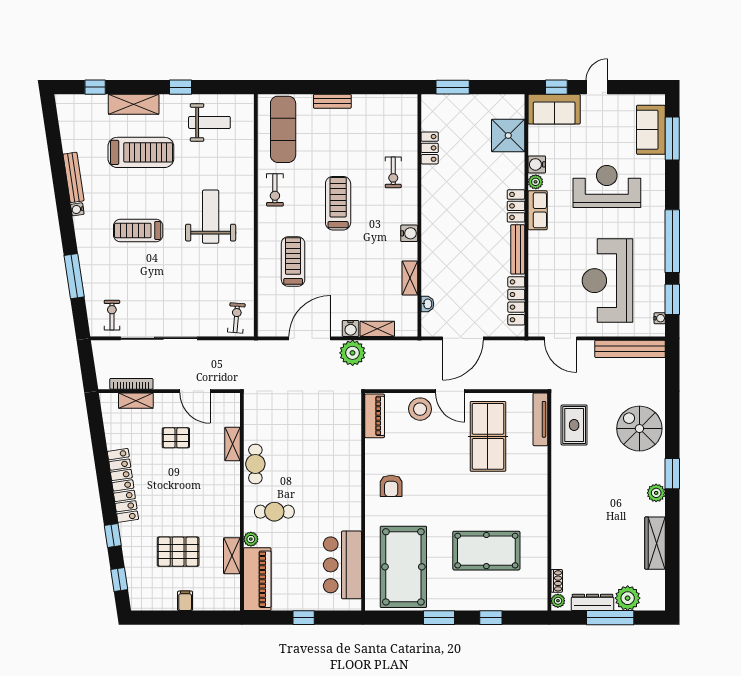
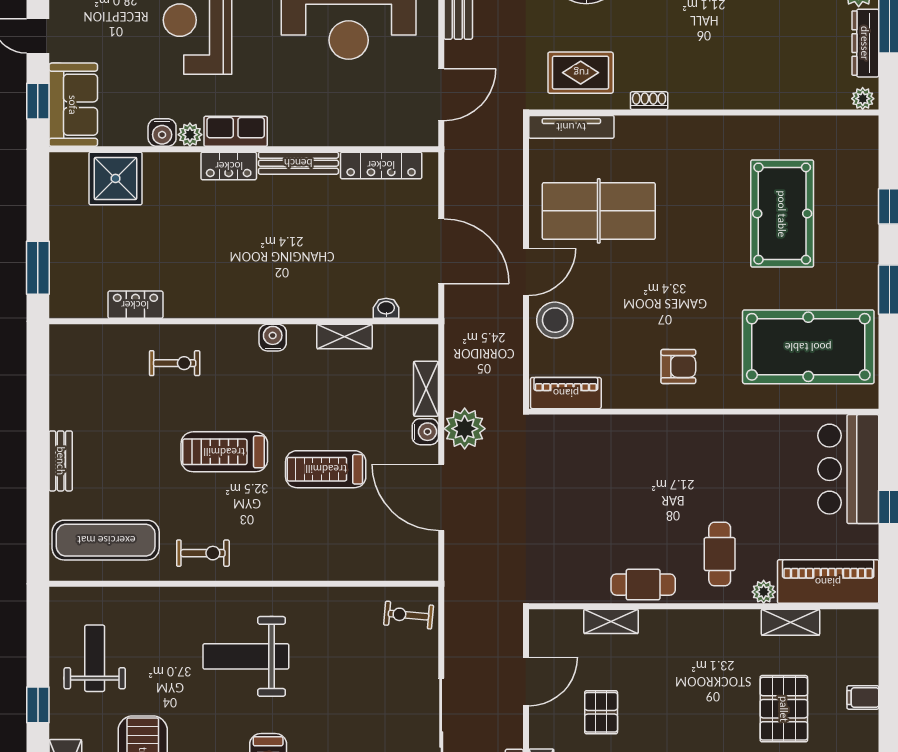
treadmill: (293, 261) -> (326, 469), moved
bar counter: (342, 565) -> (848, 469), moved, turned 90
shoe rack: (557, 581) -> (649, 101), moved

